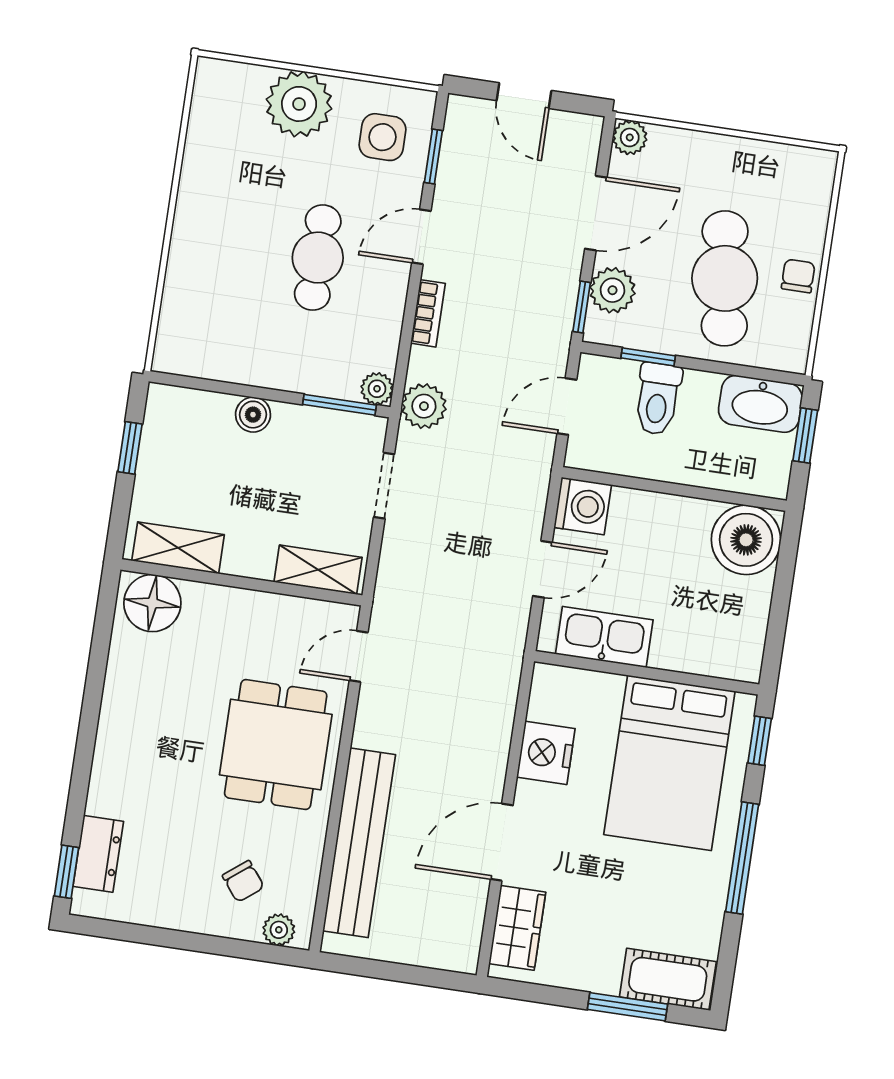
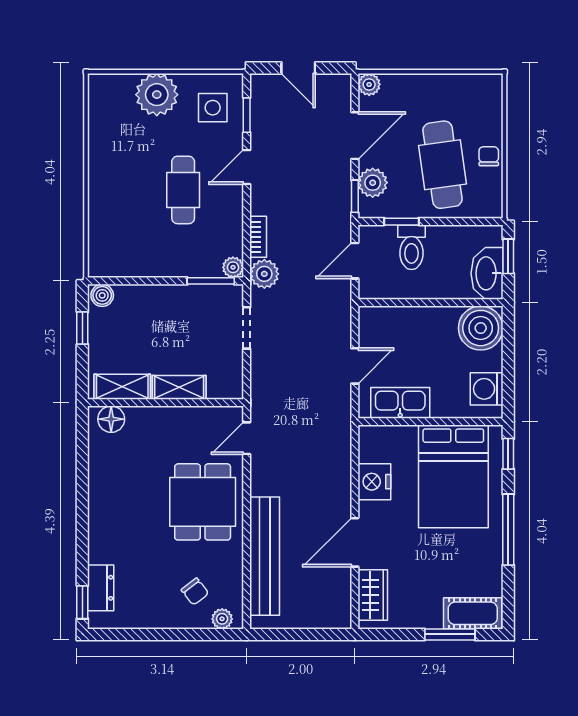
bookcase: (428, 313) -> (258, 237), moved
washbasin: (760, 404) -> (487, 273), moved, turned 90
boiler: (253, 415) -> (102, 295), moved
washing machine: (583, 506) -> (487, 389), moved, turned 180
shelving: (318, 570) -> (179, 387), moved
floor lamp: (152, 603) -> (111, 419), width x0.73, depth x0.73

